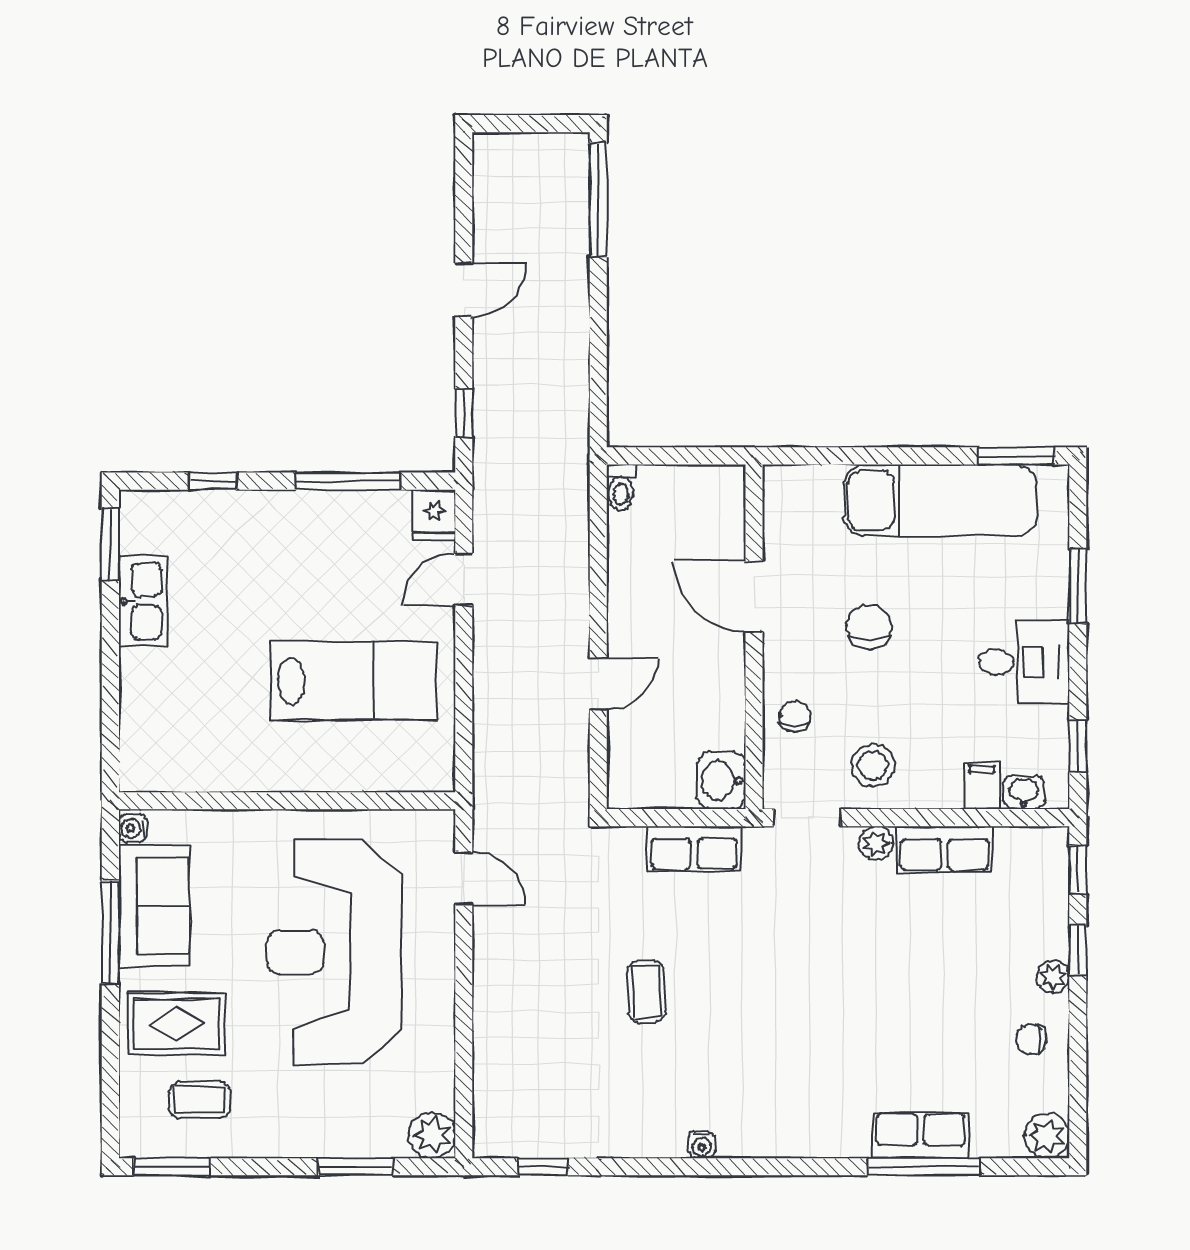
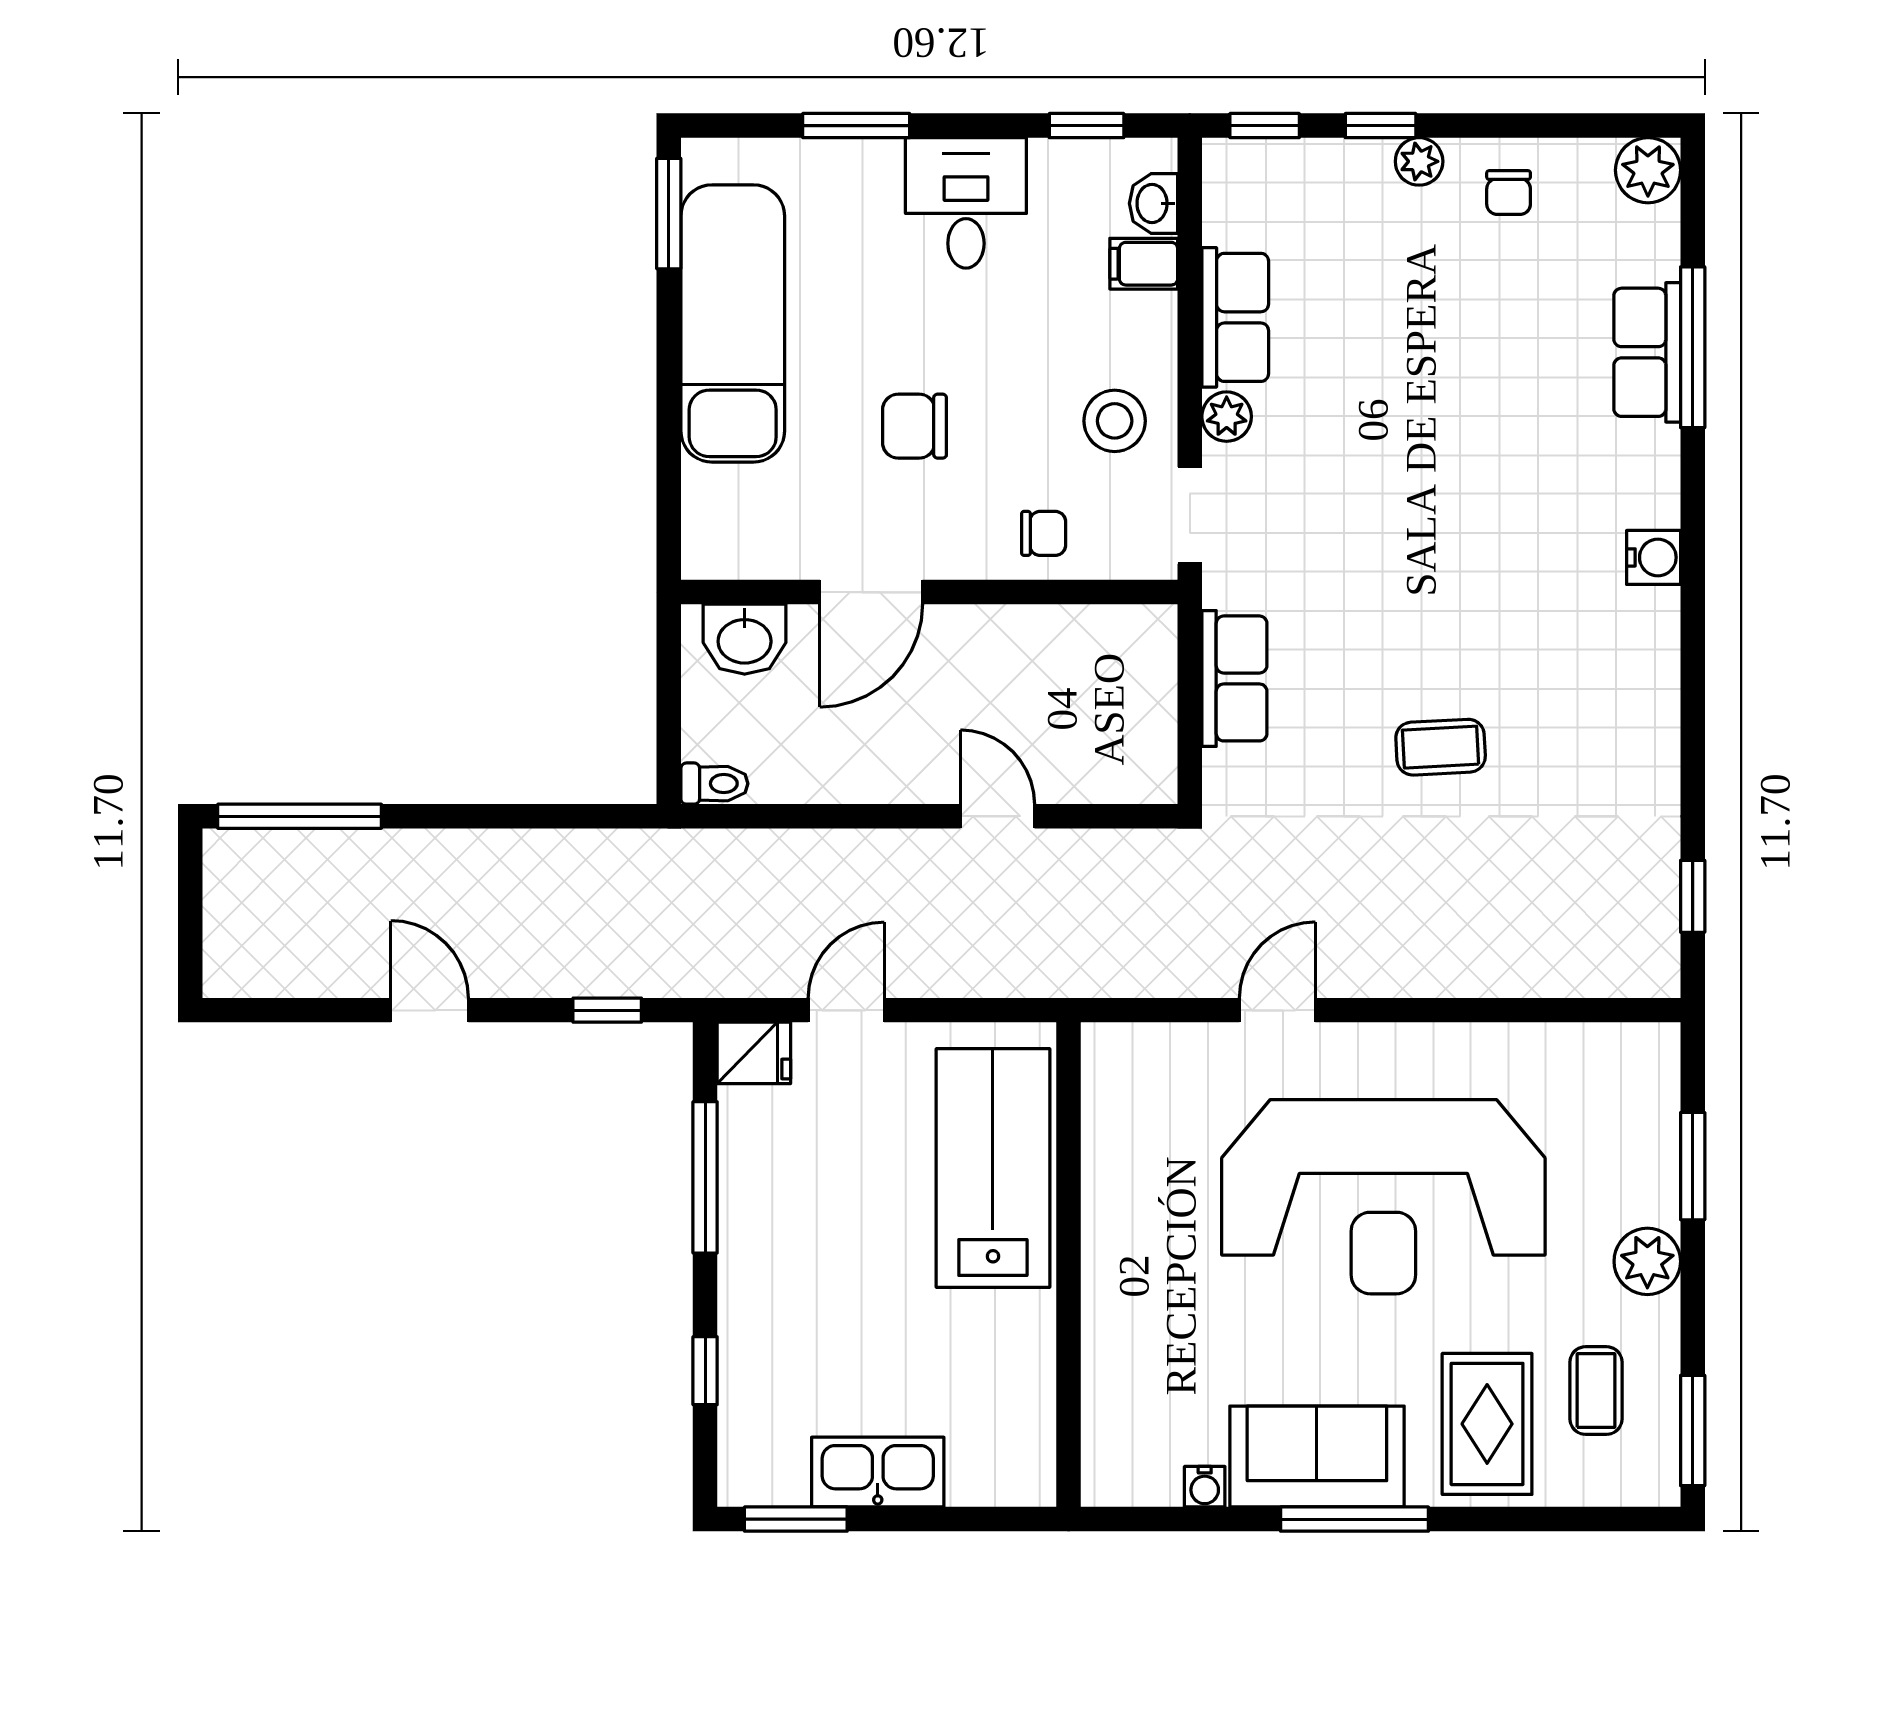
door: (464, 579) -> (846, 1010), swing flipped
chair: (795, 716) -> (1044, 533), turned 180
washbasin: (721, 780) -> (745, 639), moved
wall: (287, 801) -> (1069, 1265), moved
plant: (432, 1135) -> (1647, 1261), moved
water cooler: (702, 1145) -> (1654, 557), moved, width x1.38, depth x1.38

